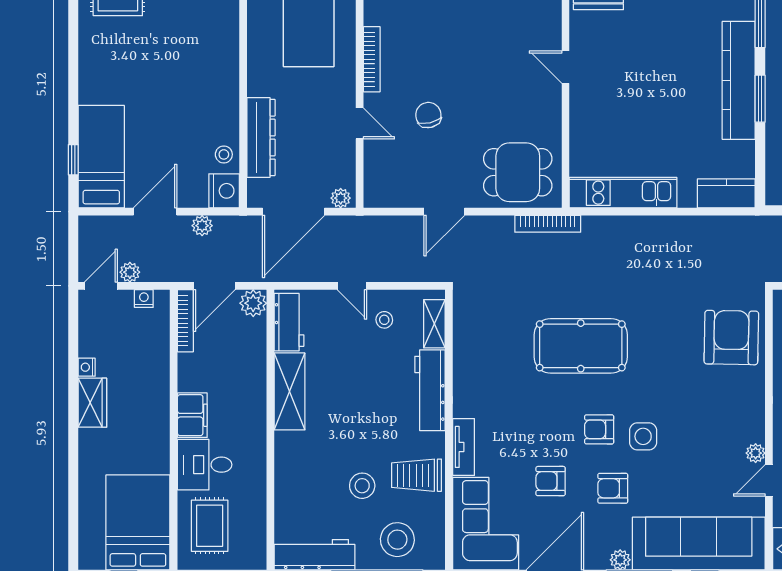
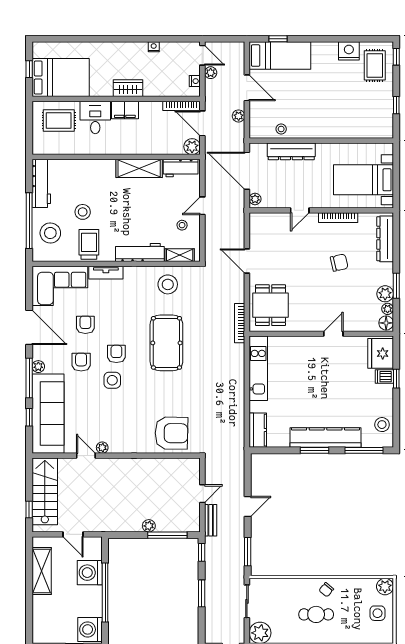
chair: (428, 115) -> (339, 263), moved
nightstand: (224, 191) -> (349, 51), moved, turned 180
stool: (483, 344) -> (168, 284), added
wardrobe: (92, 403) -> (128, 88), moved, turned 180

